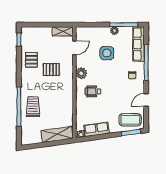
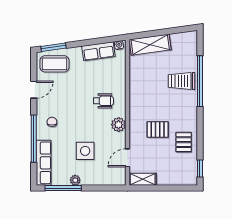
trolley: (33, 107) -> (181, 81), turned 90

